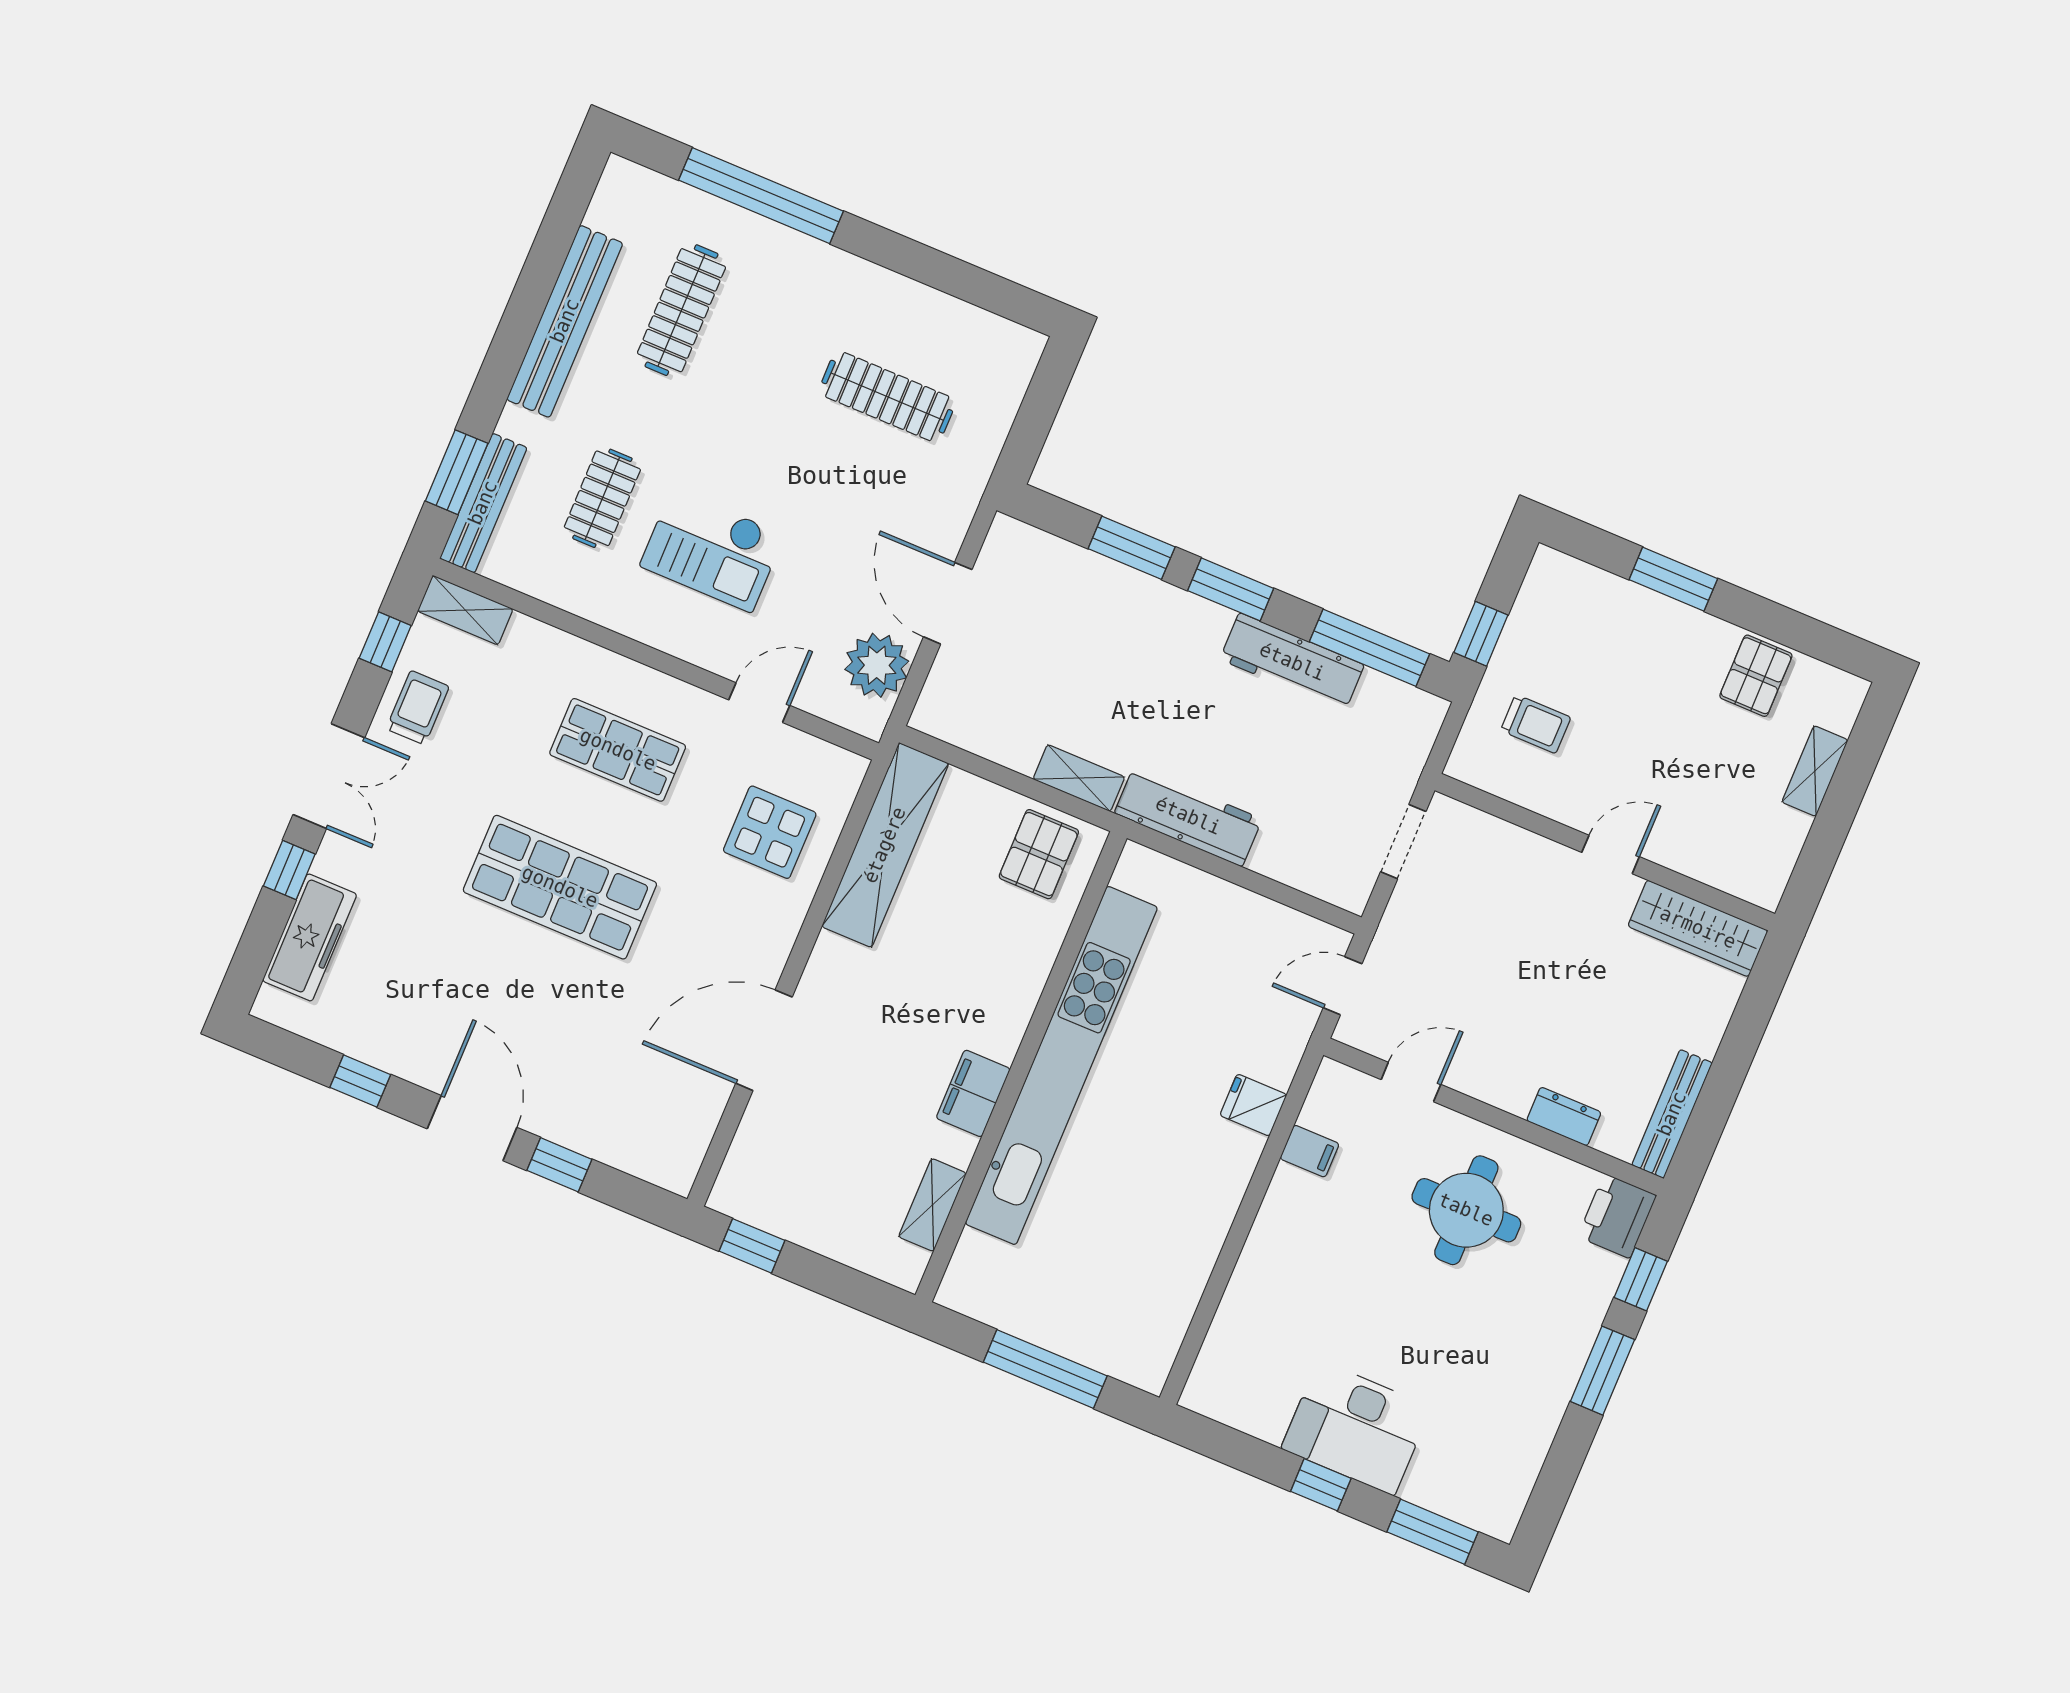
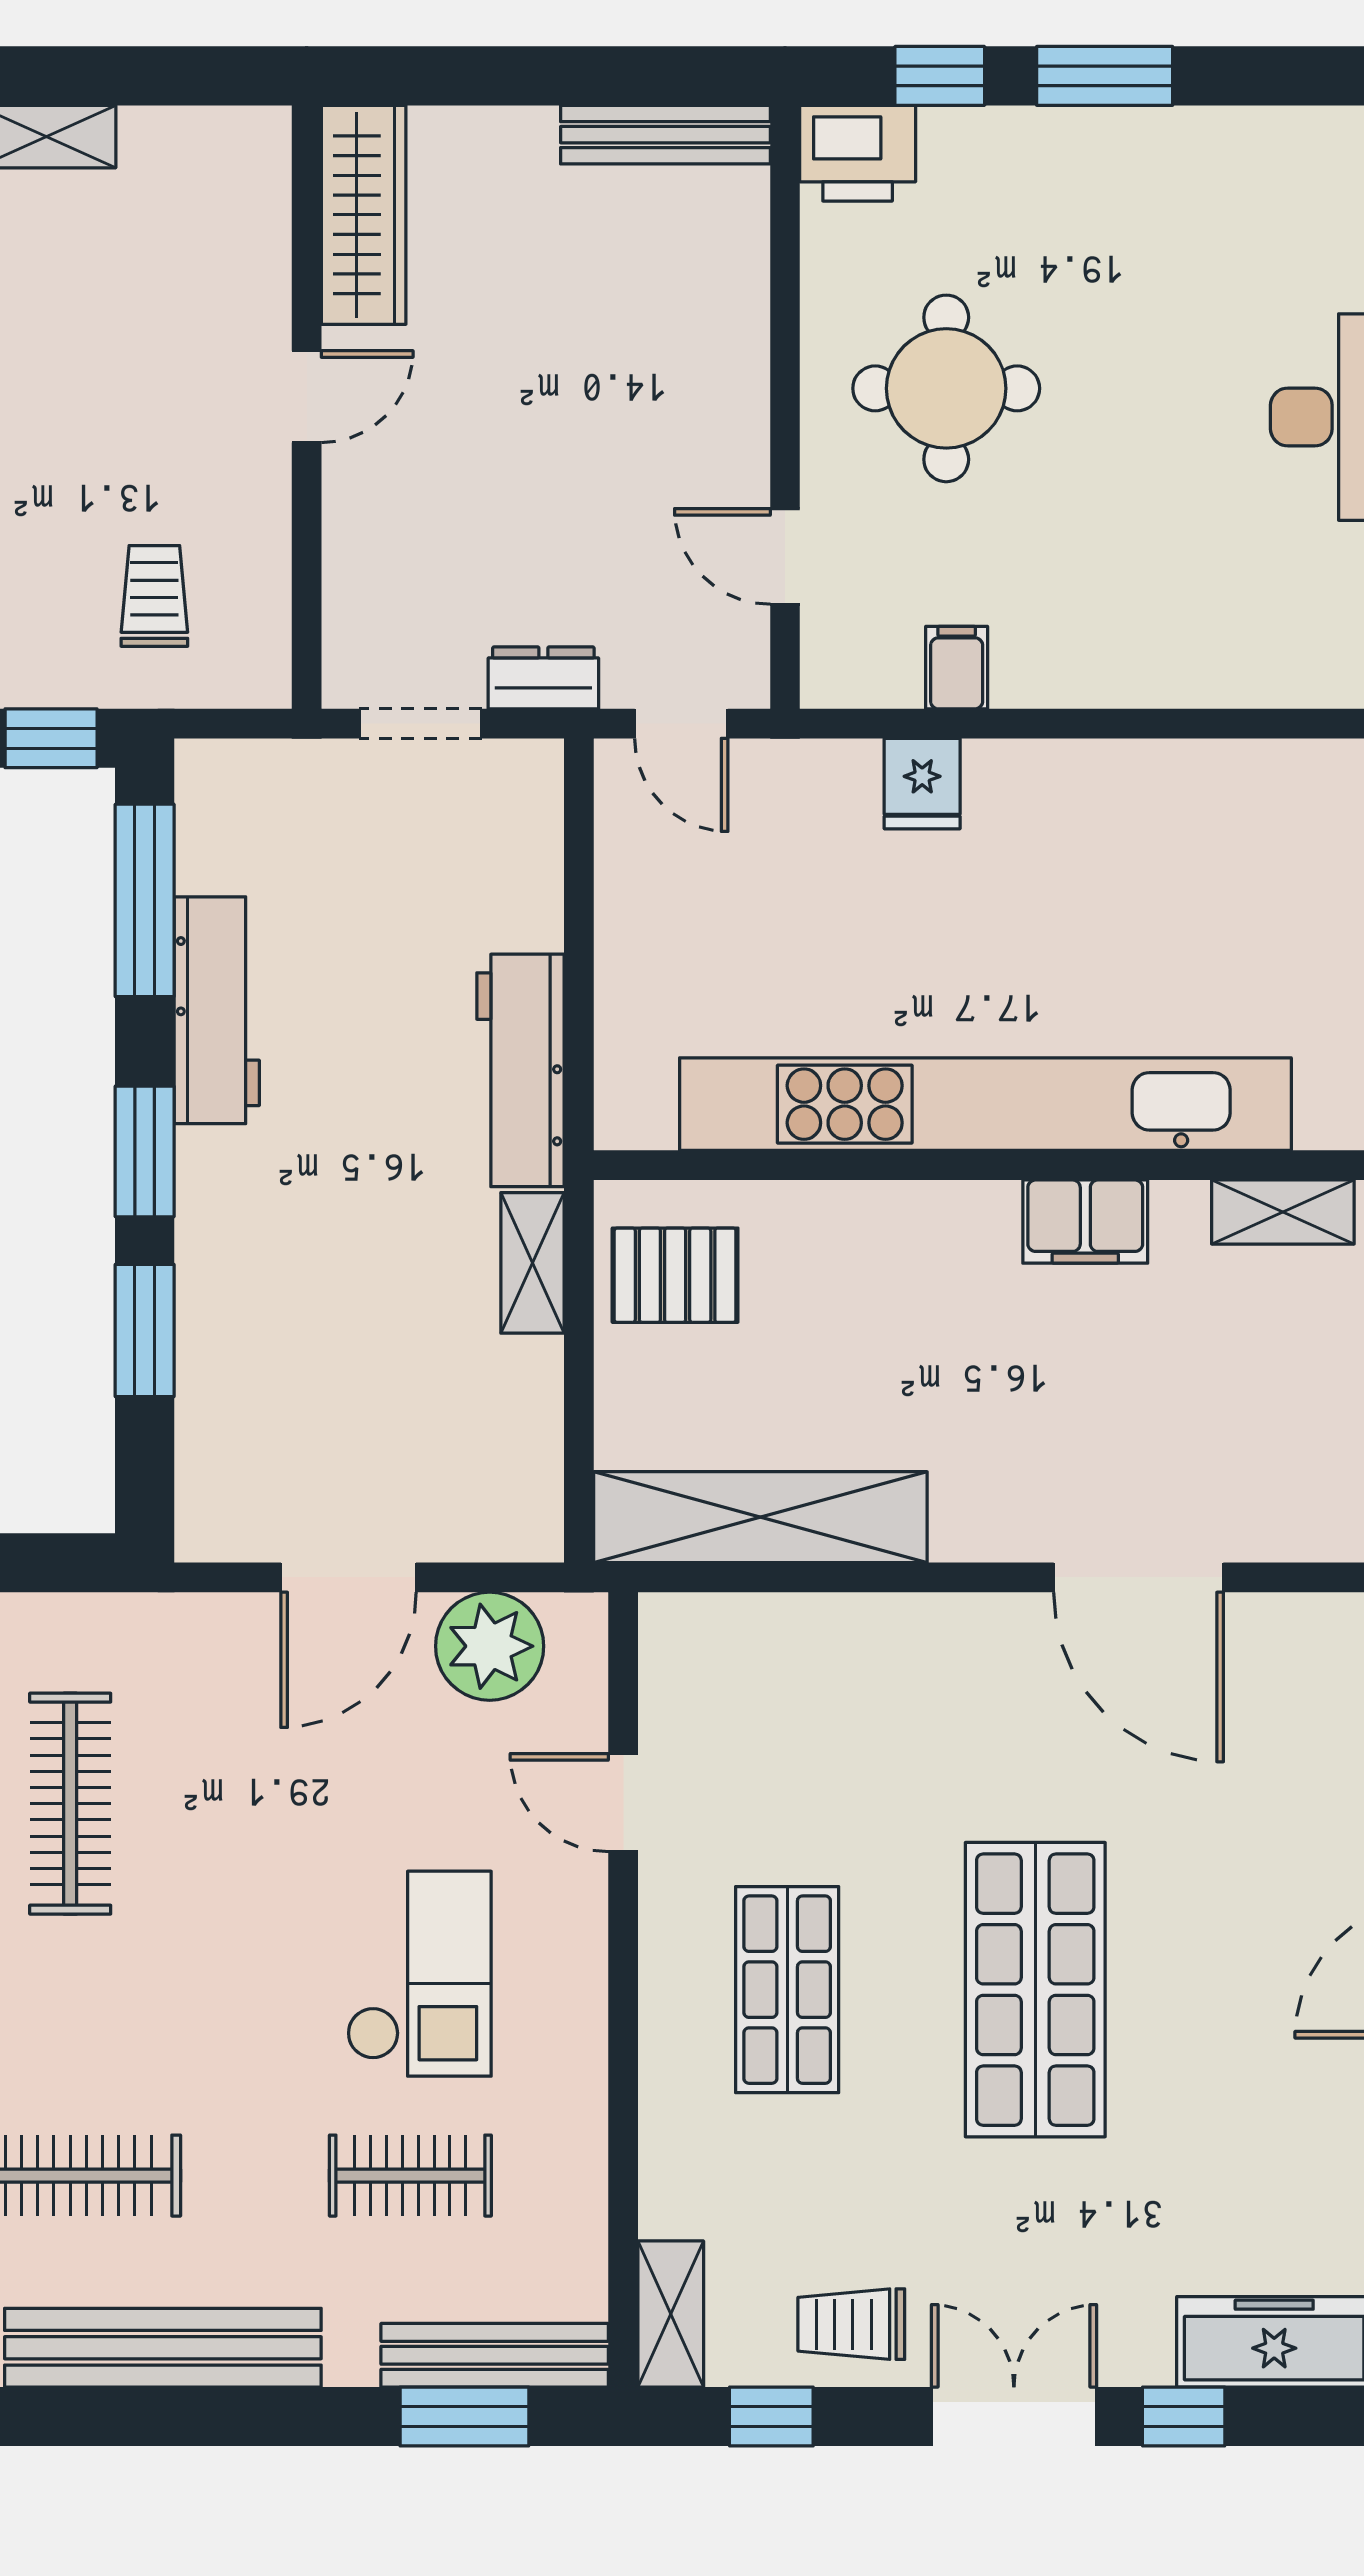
display table: (770, 832) -> (815, 1703), removed
door: (1611, 855) -> (307, 397), swing flipped
dresser: (1564, 1116) -> (543, 678), moved, turned 90

